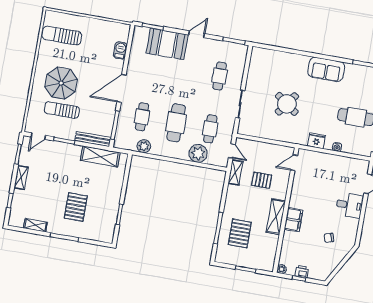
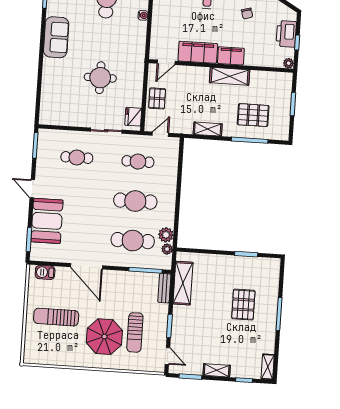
sun lounger: (62, 36) -> (56, 317), moved, turned 90
barbecue: (120, 50) -> (45, 272), moved
door: (121, 88) -> (87, 266), moved
round table: (287, 104) -> (100, 78), turned -36
cafe table: (142, 117) -> (133, 241), width x1.37, depth x1.35
bench: (93, 139) -> (164, 288), width x0.73
fridge: (316, 141) -> (133, 117), moved
plant: (198, 153) -> (167, 249), moved, width x0.53, depth x0.53
door: (294, 163) -> (166, 62), hinge flipped
shelving: (235, 172) -> (208, 129), moved
pallet: (262, 180) -> (157, 98), moved
filing cabinet: (300, 191) -> (198, 52), added
pallet: (76, 207) -> (243, 305), turned 90
shelving: (35, 225) -> (268, 367), moved
printer: (302, 272) -> (286, 34), width x1.87, depth x1.48

